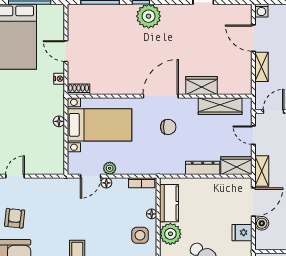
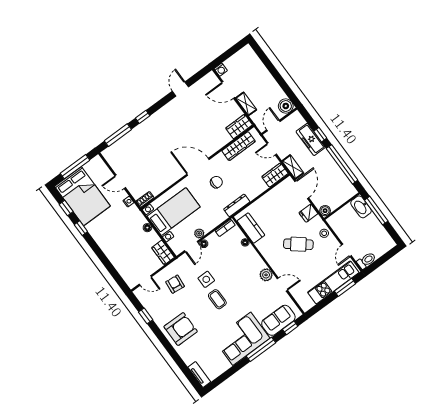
plant: (149, 16) -> (155, 124), removed
wardrobe: (202, 86) -> (239, 127), moved
door: (161, 96) -> (198, 167), hinge flipped
wardrobe: (56, 160) -> (163, 252), added
dresser: (203, 168) -> (237, 205), moved
door: (15, 176) -> (145, 281), swing flipped
armchair: (15, 218) -> (175, 284), moved
boiler: (262, 223) -> (325, 211), moved
plant: (170, 234) -> (266, 246), removed
side table: (140, 235) -> (206, 279), moved

